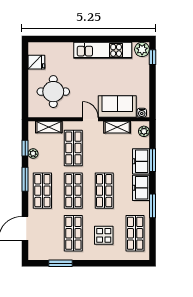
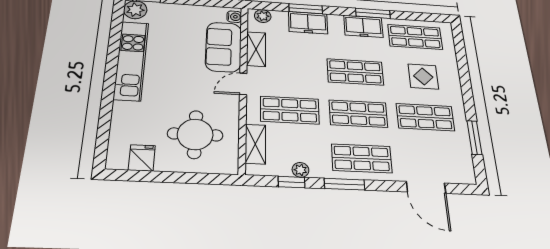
freezer: (141, 188) -> (363, 26), moved

